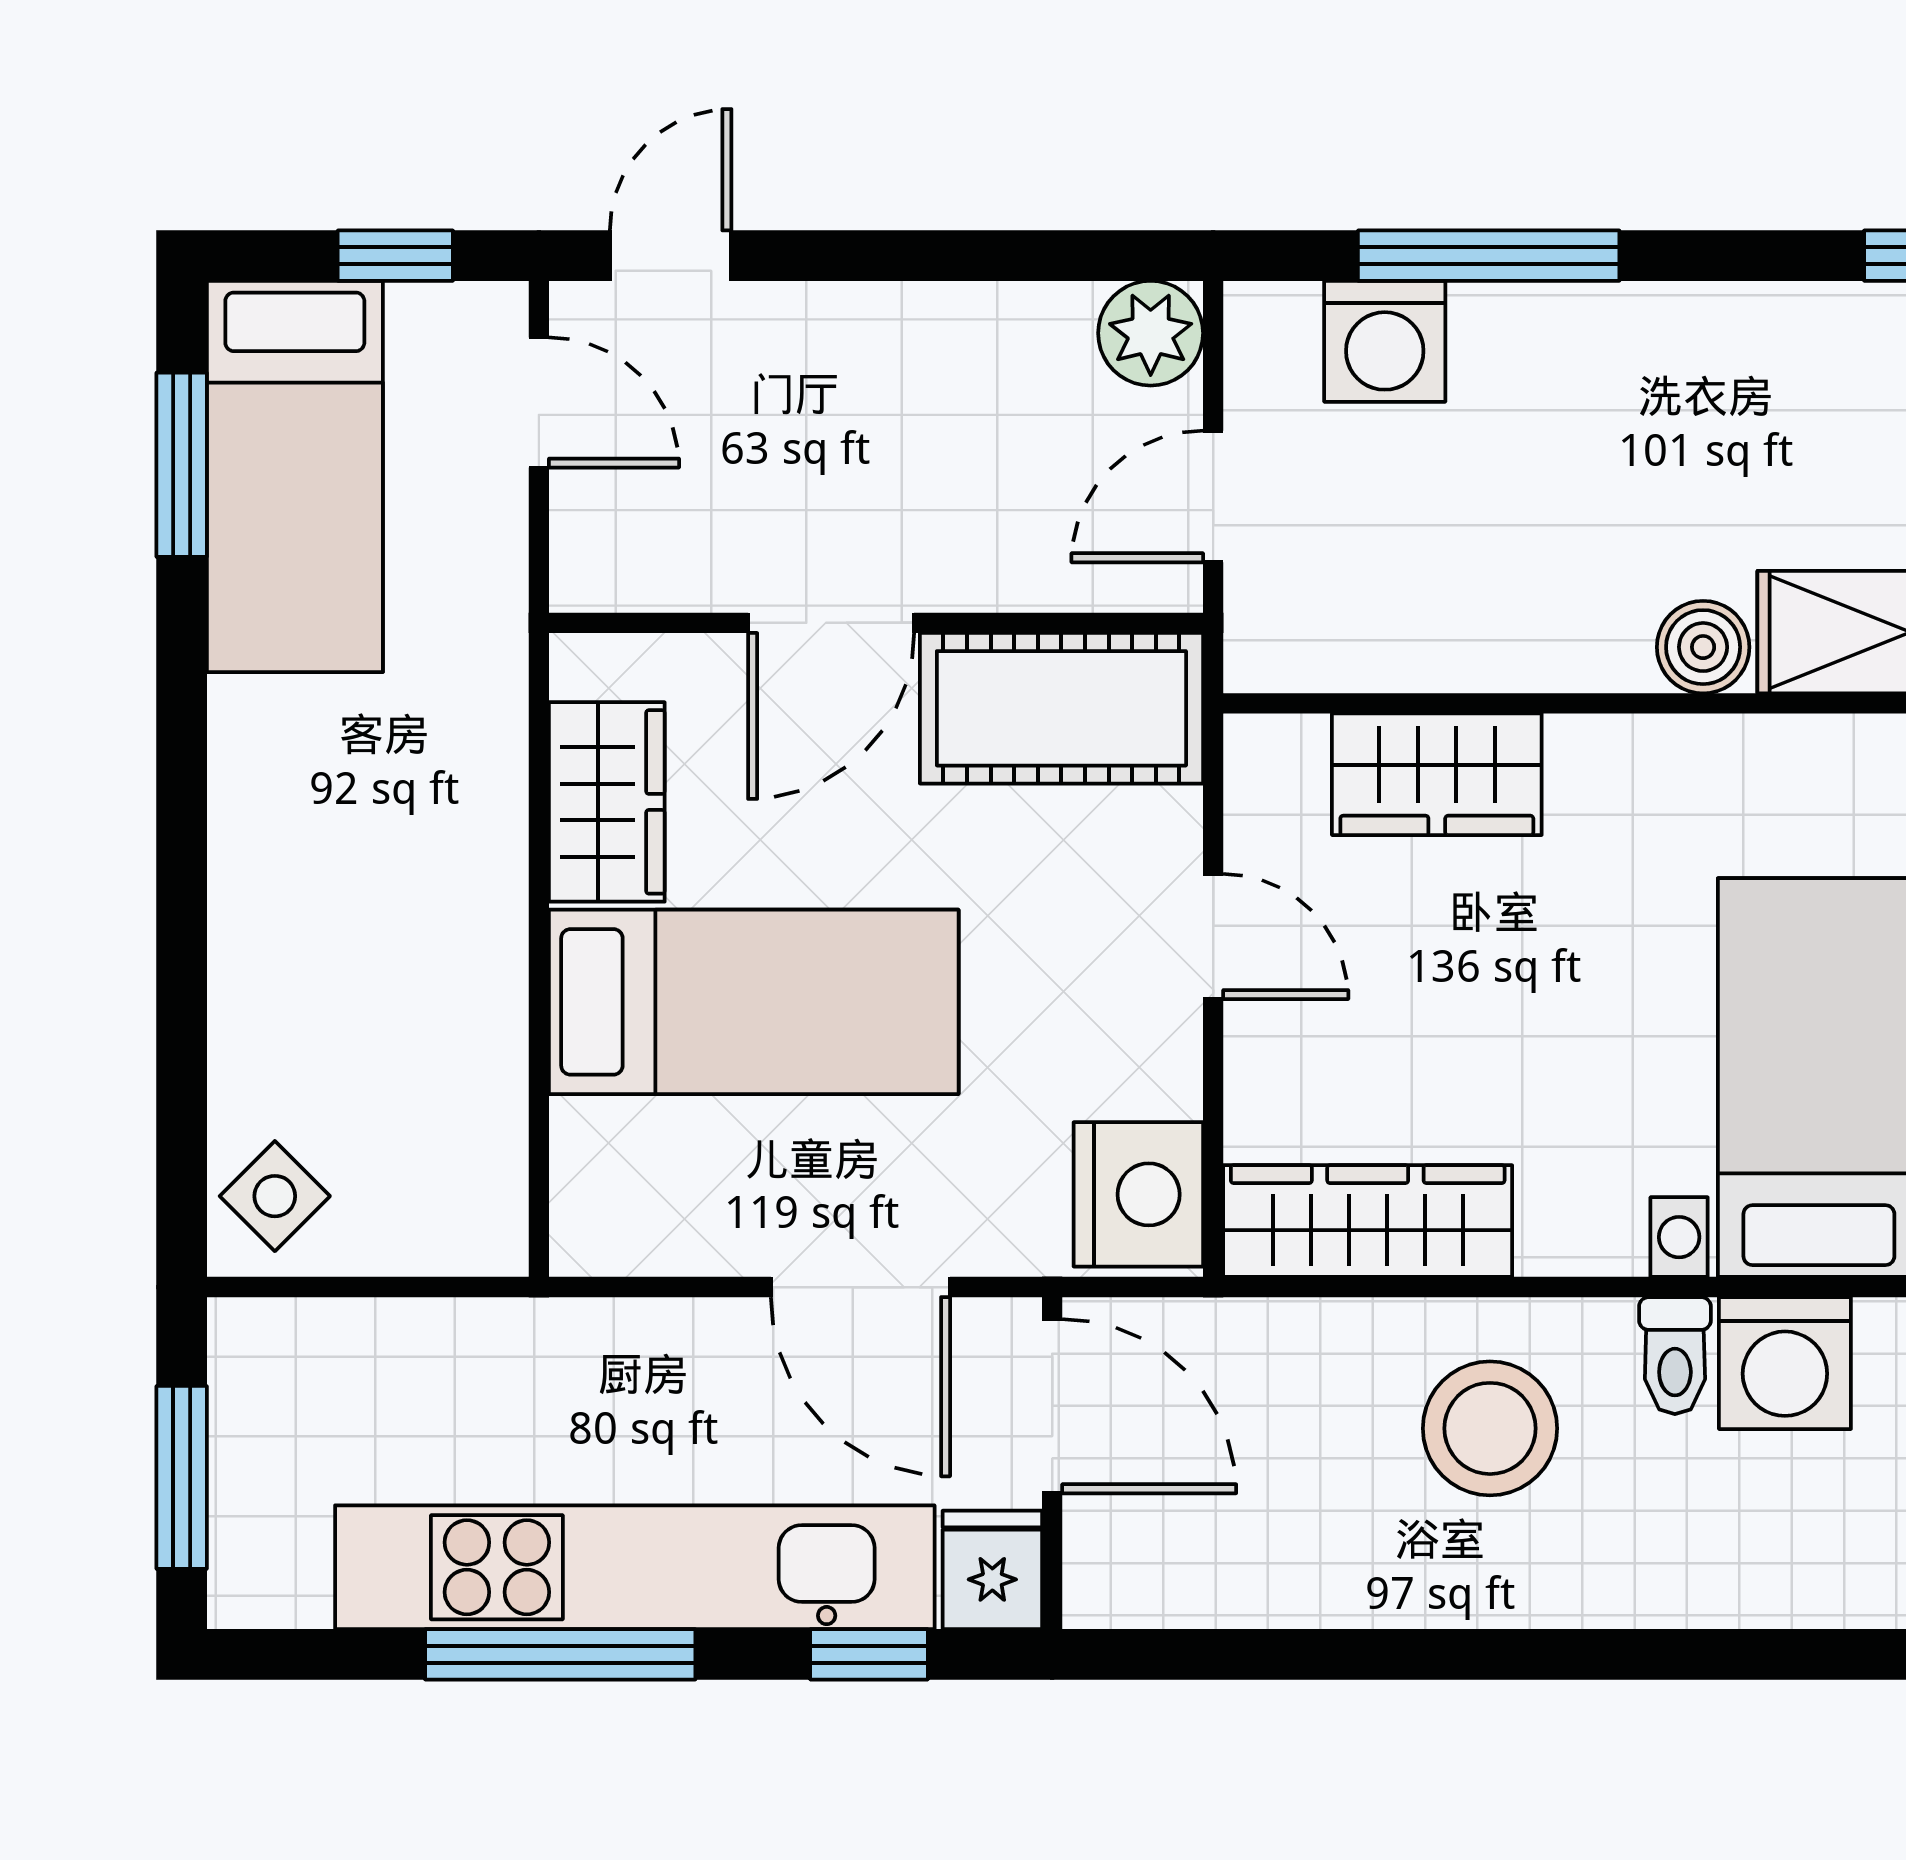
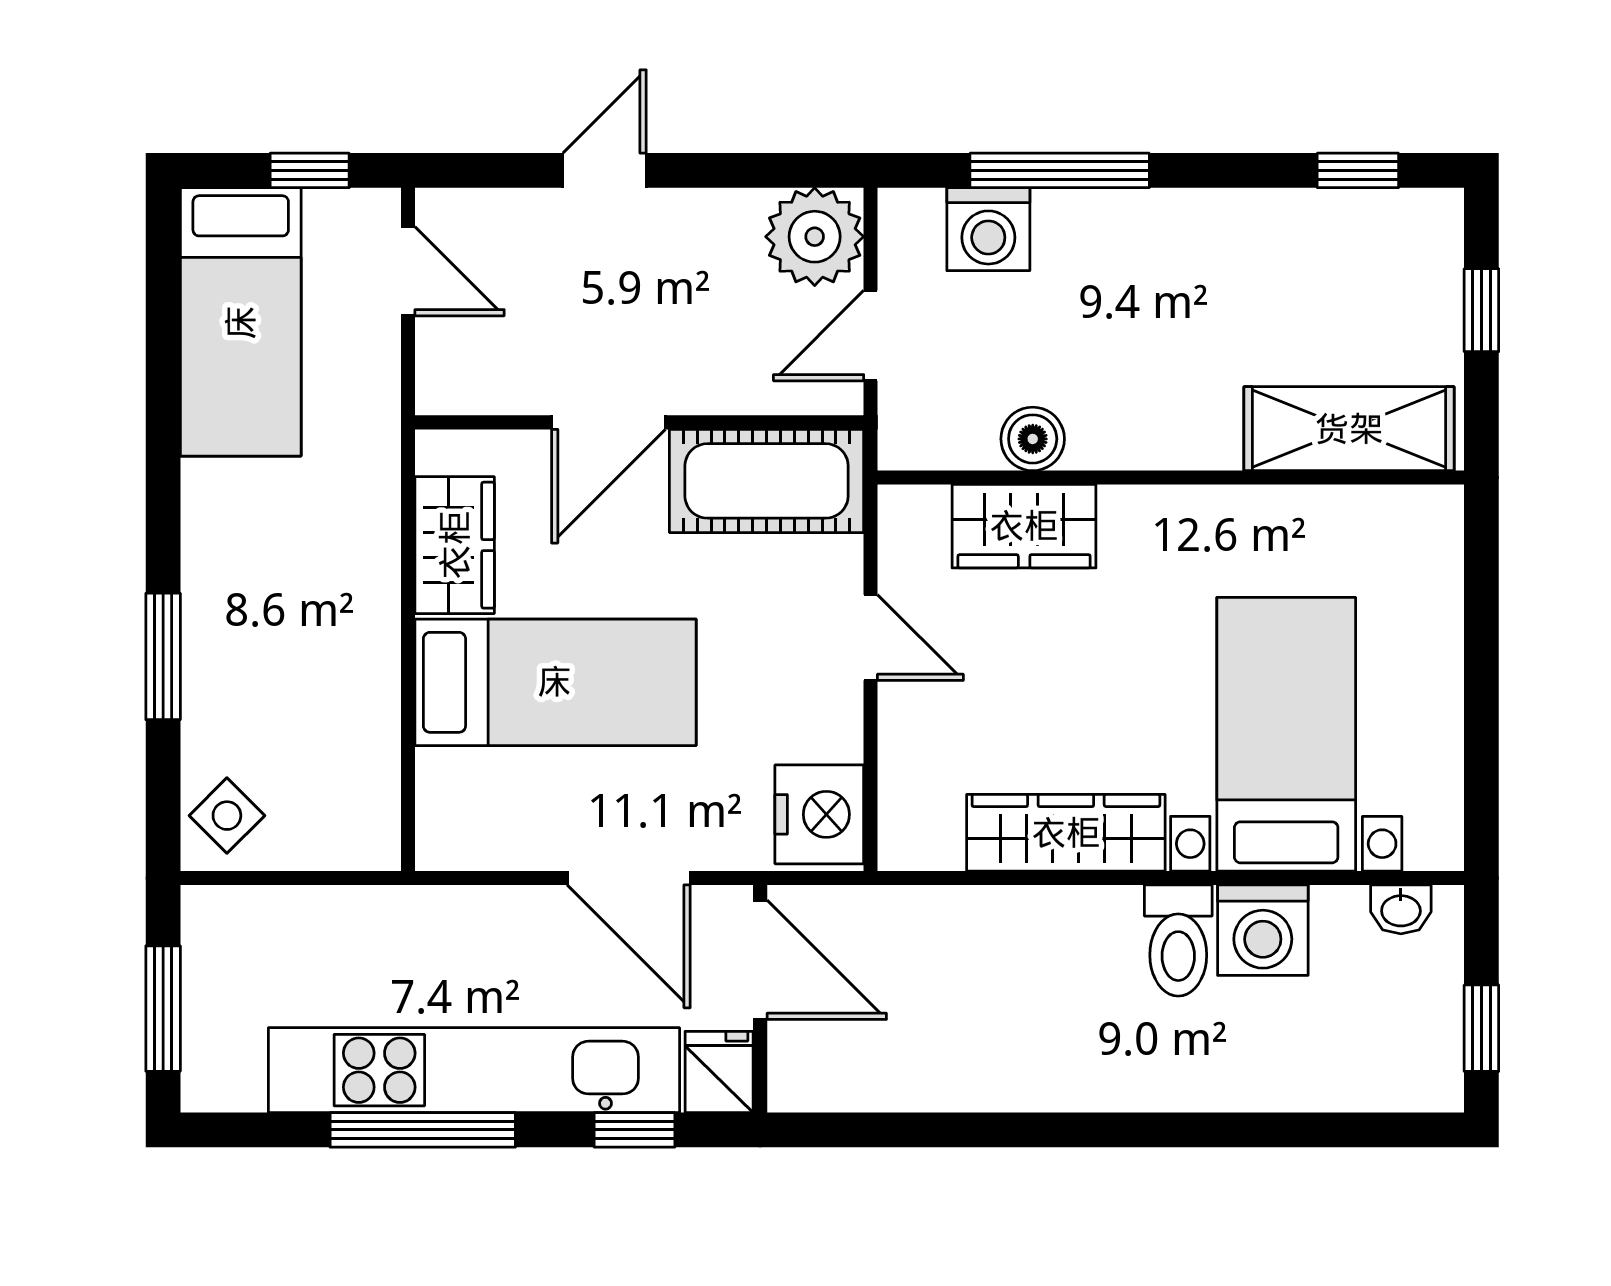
door: (671, 256) -> (604, 170), moved
plant: (1151, 333) -> (815, 237), width x1.36, depth x1.36
window: (182, 465) -> (163, 656), moved
boiler: (1703, 647) -> (1033, 439), moved
wardrobe: (1368, 1221) -> (1066, 833), moved
toilet: (1675, 1356) -> (1178, 940), width x1.37, depth x1.39
stool: (1490, 1428) -> (1061, 975), removed

